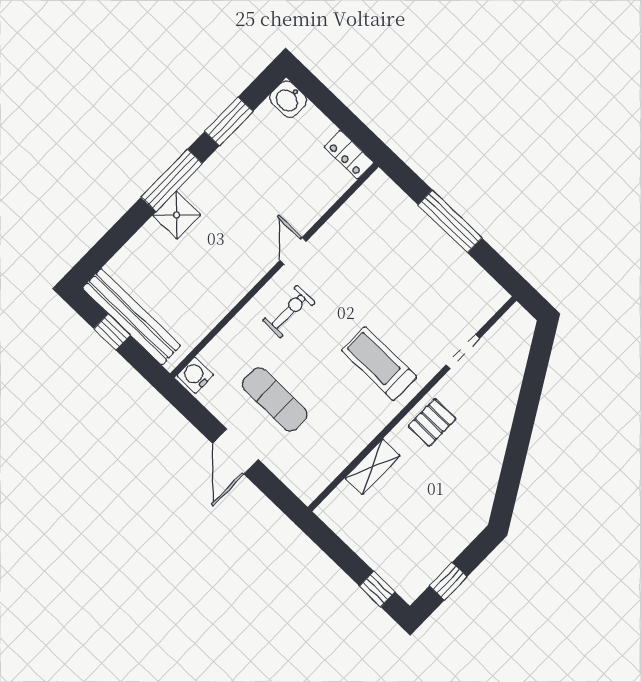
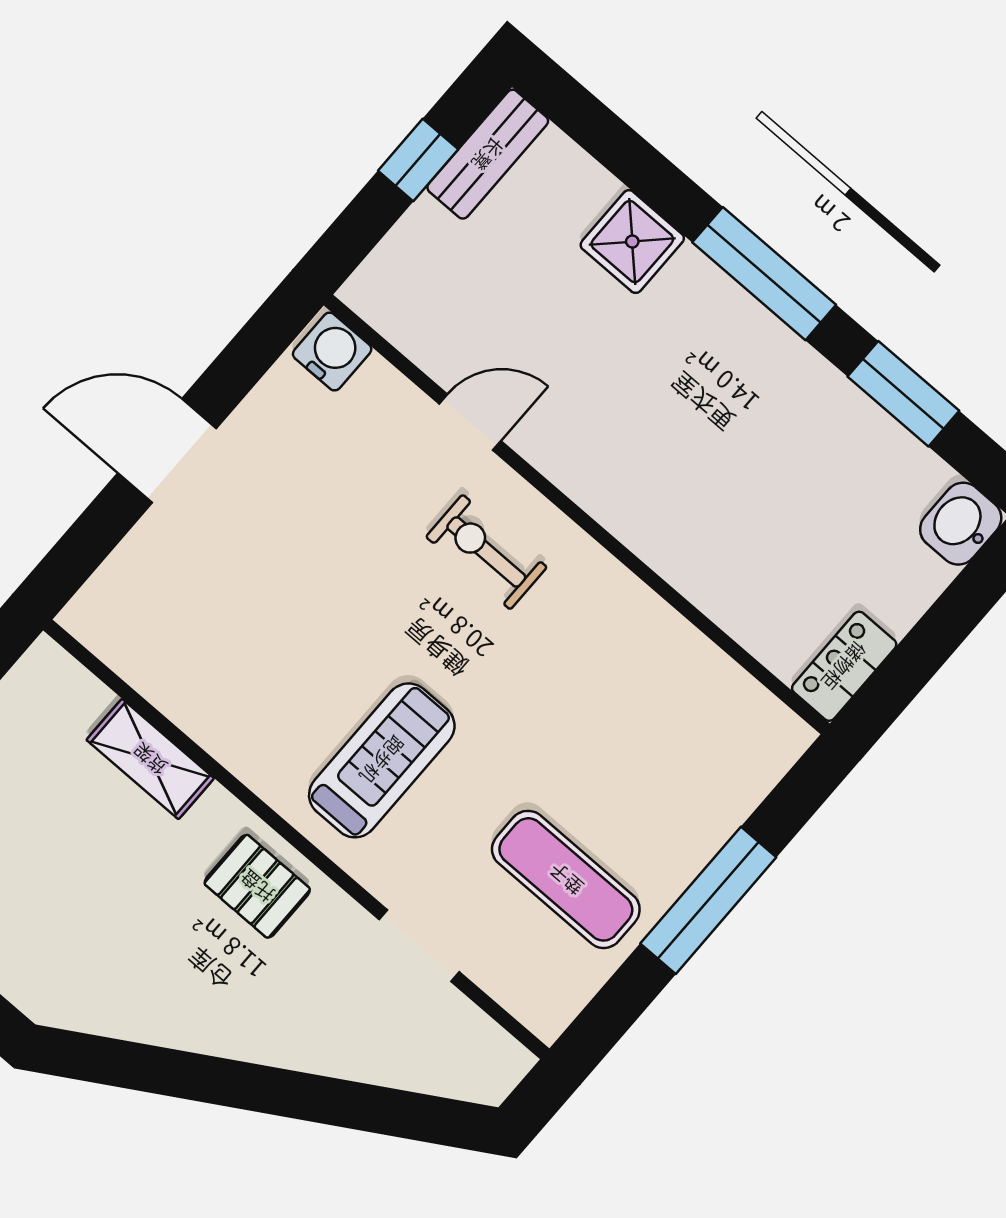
shower: (177, 215) -> (632, 242), moved
door: (293, 251) -> (470, 422), moved
exercise bike: (289, 312) -> (486, 552), turned 180
bench: (131, 317) -> (488, 154), width x0.54, depth x0.82
exercise mat: (275, 399) -> (566, 879), moved, turned 90

